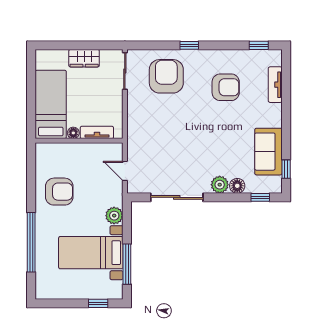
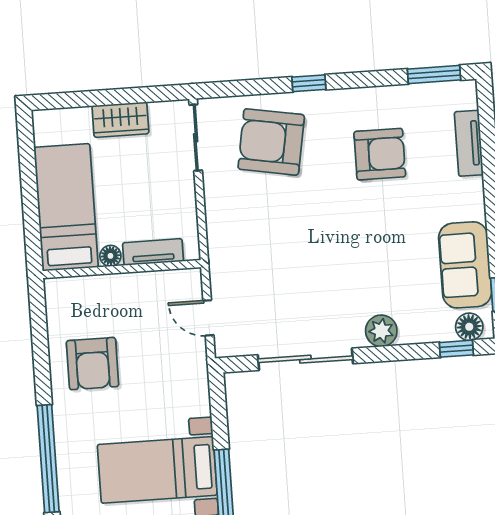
window: (259, 45) -> (434, 74), width x1.50
armchair: (166, 76) -> (271, 142), turned -80
floor lamp: (237, 186) -> (469, 327), moved
armchair: (59, 192) -> (93, 364), turned 90
plant: (114, 216) -> (195, 400), removed

